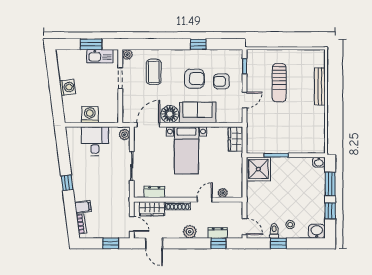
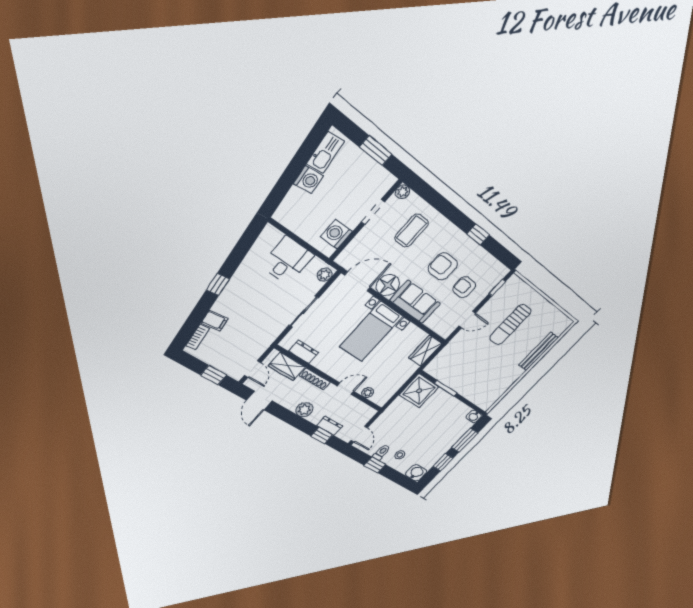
kitchen sink: (100, 56) -> (325, 153), moved, turned -97
armchair: (194, 79) -> (443, 266), turned 180
washing machine: (90, 115) -> (336, 234), moved, turned -90

